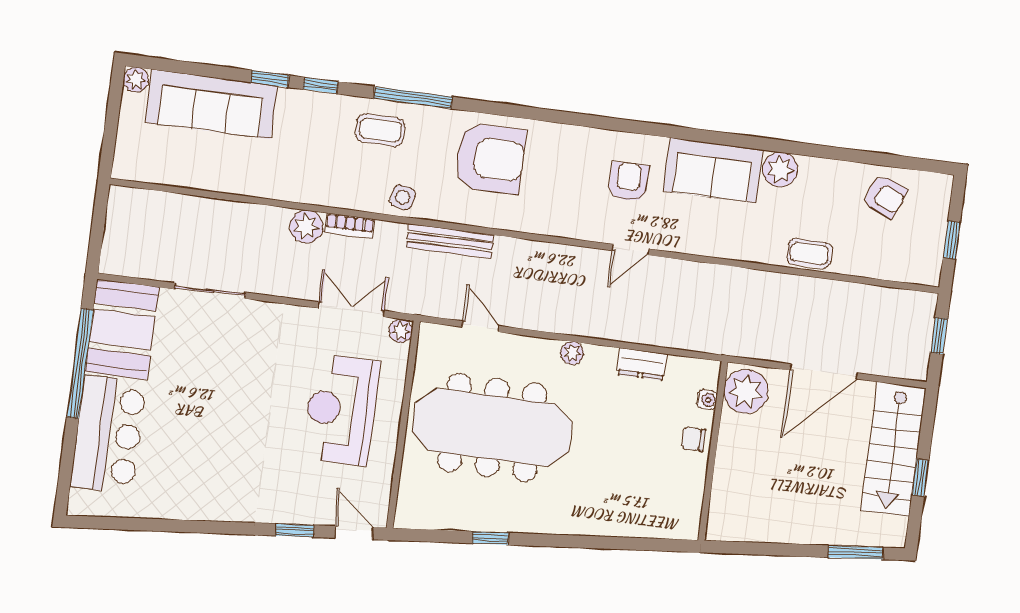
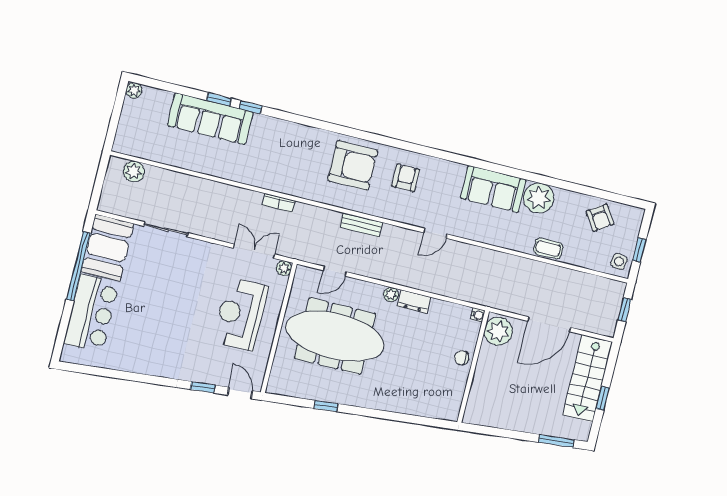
window: (413, 98) -> (308, 122), removed
sofa: (211, 104) -> (210, 119), moved
coffee table: (380, 130) -> (285, 140), removed
plant: (780, 169) -> (539, 198), width x1.36, depth x1.36
armchair: (628, 182) -> (406, 178), moved
side table: (403, 197) -> (619, 262), moved
armchair: (885, 197) -> (600, 218), turned 34
bookcase: (350, 226) -> (279, 203), moved
plant: (306, 227) -> (134, 171), moved
bench: (450, 241) -> (361, 225), moved, width x0.73
door: (481, 326) -> (335, 271), swing flipped
dresser: (642, 364) -> (414, 302), moved
water cooler: (707, 400) -> (478, 315), moved

